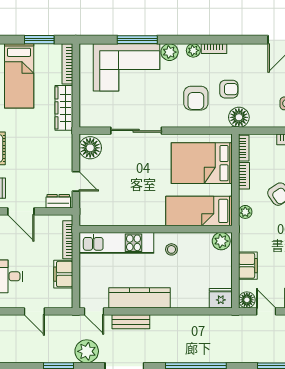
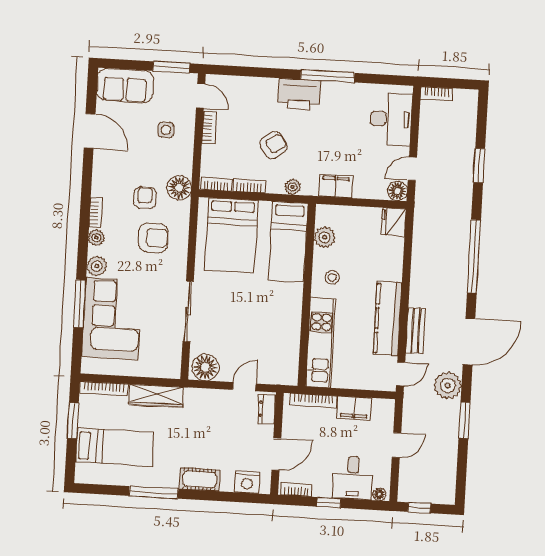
plant: (221, 241) -> (325, 237), moved
filing cabinet: (248, 266) -> (336, 186), moved

